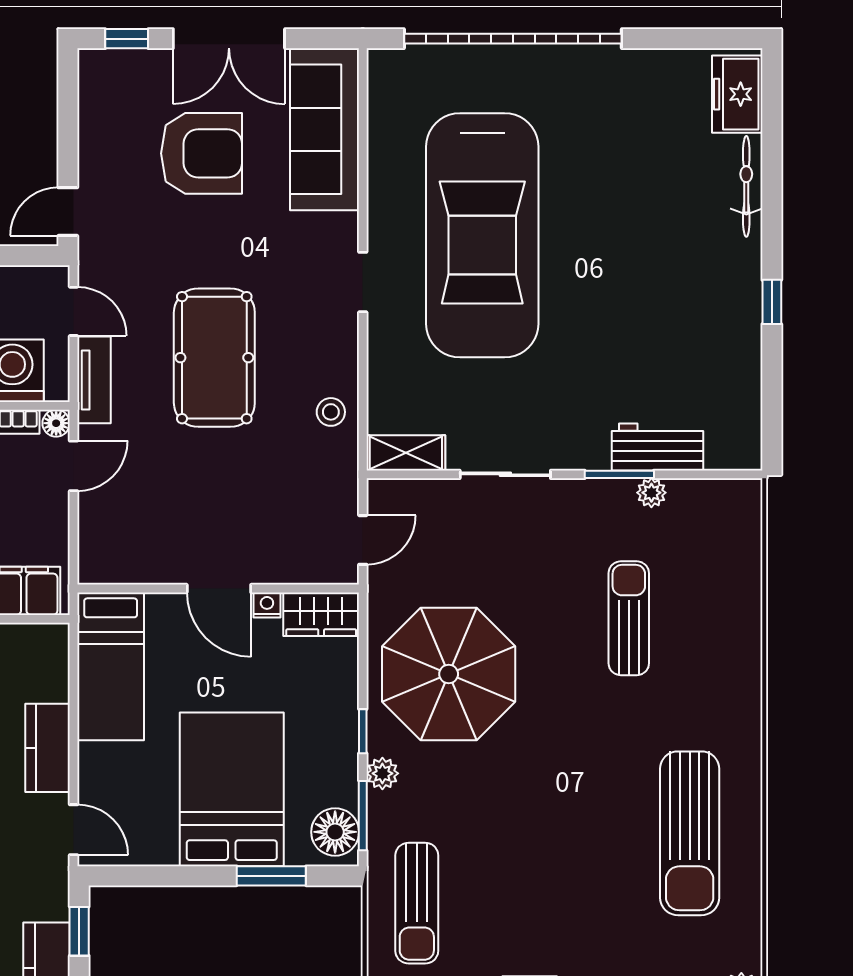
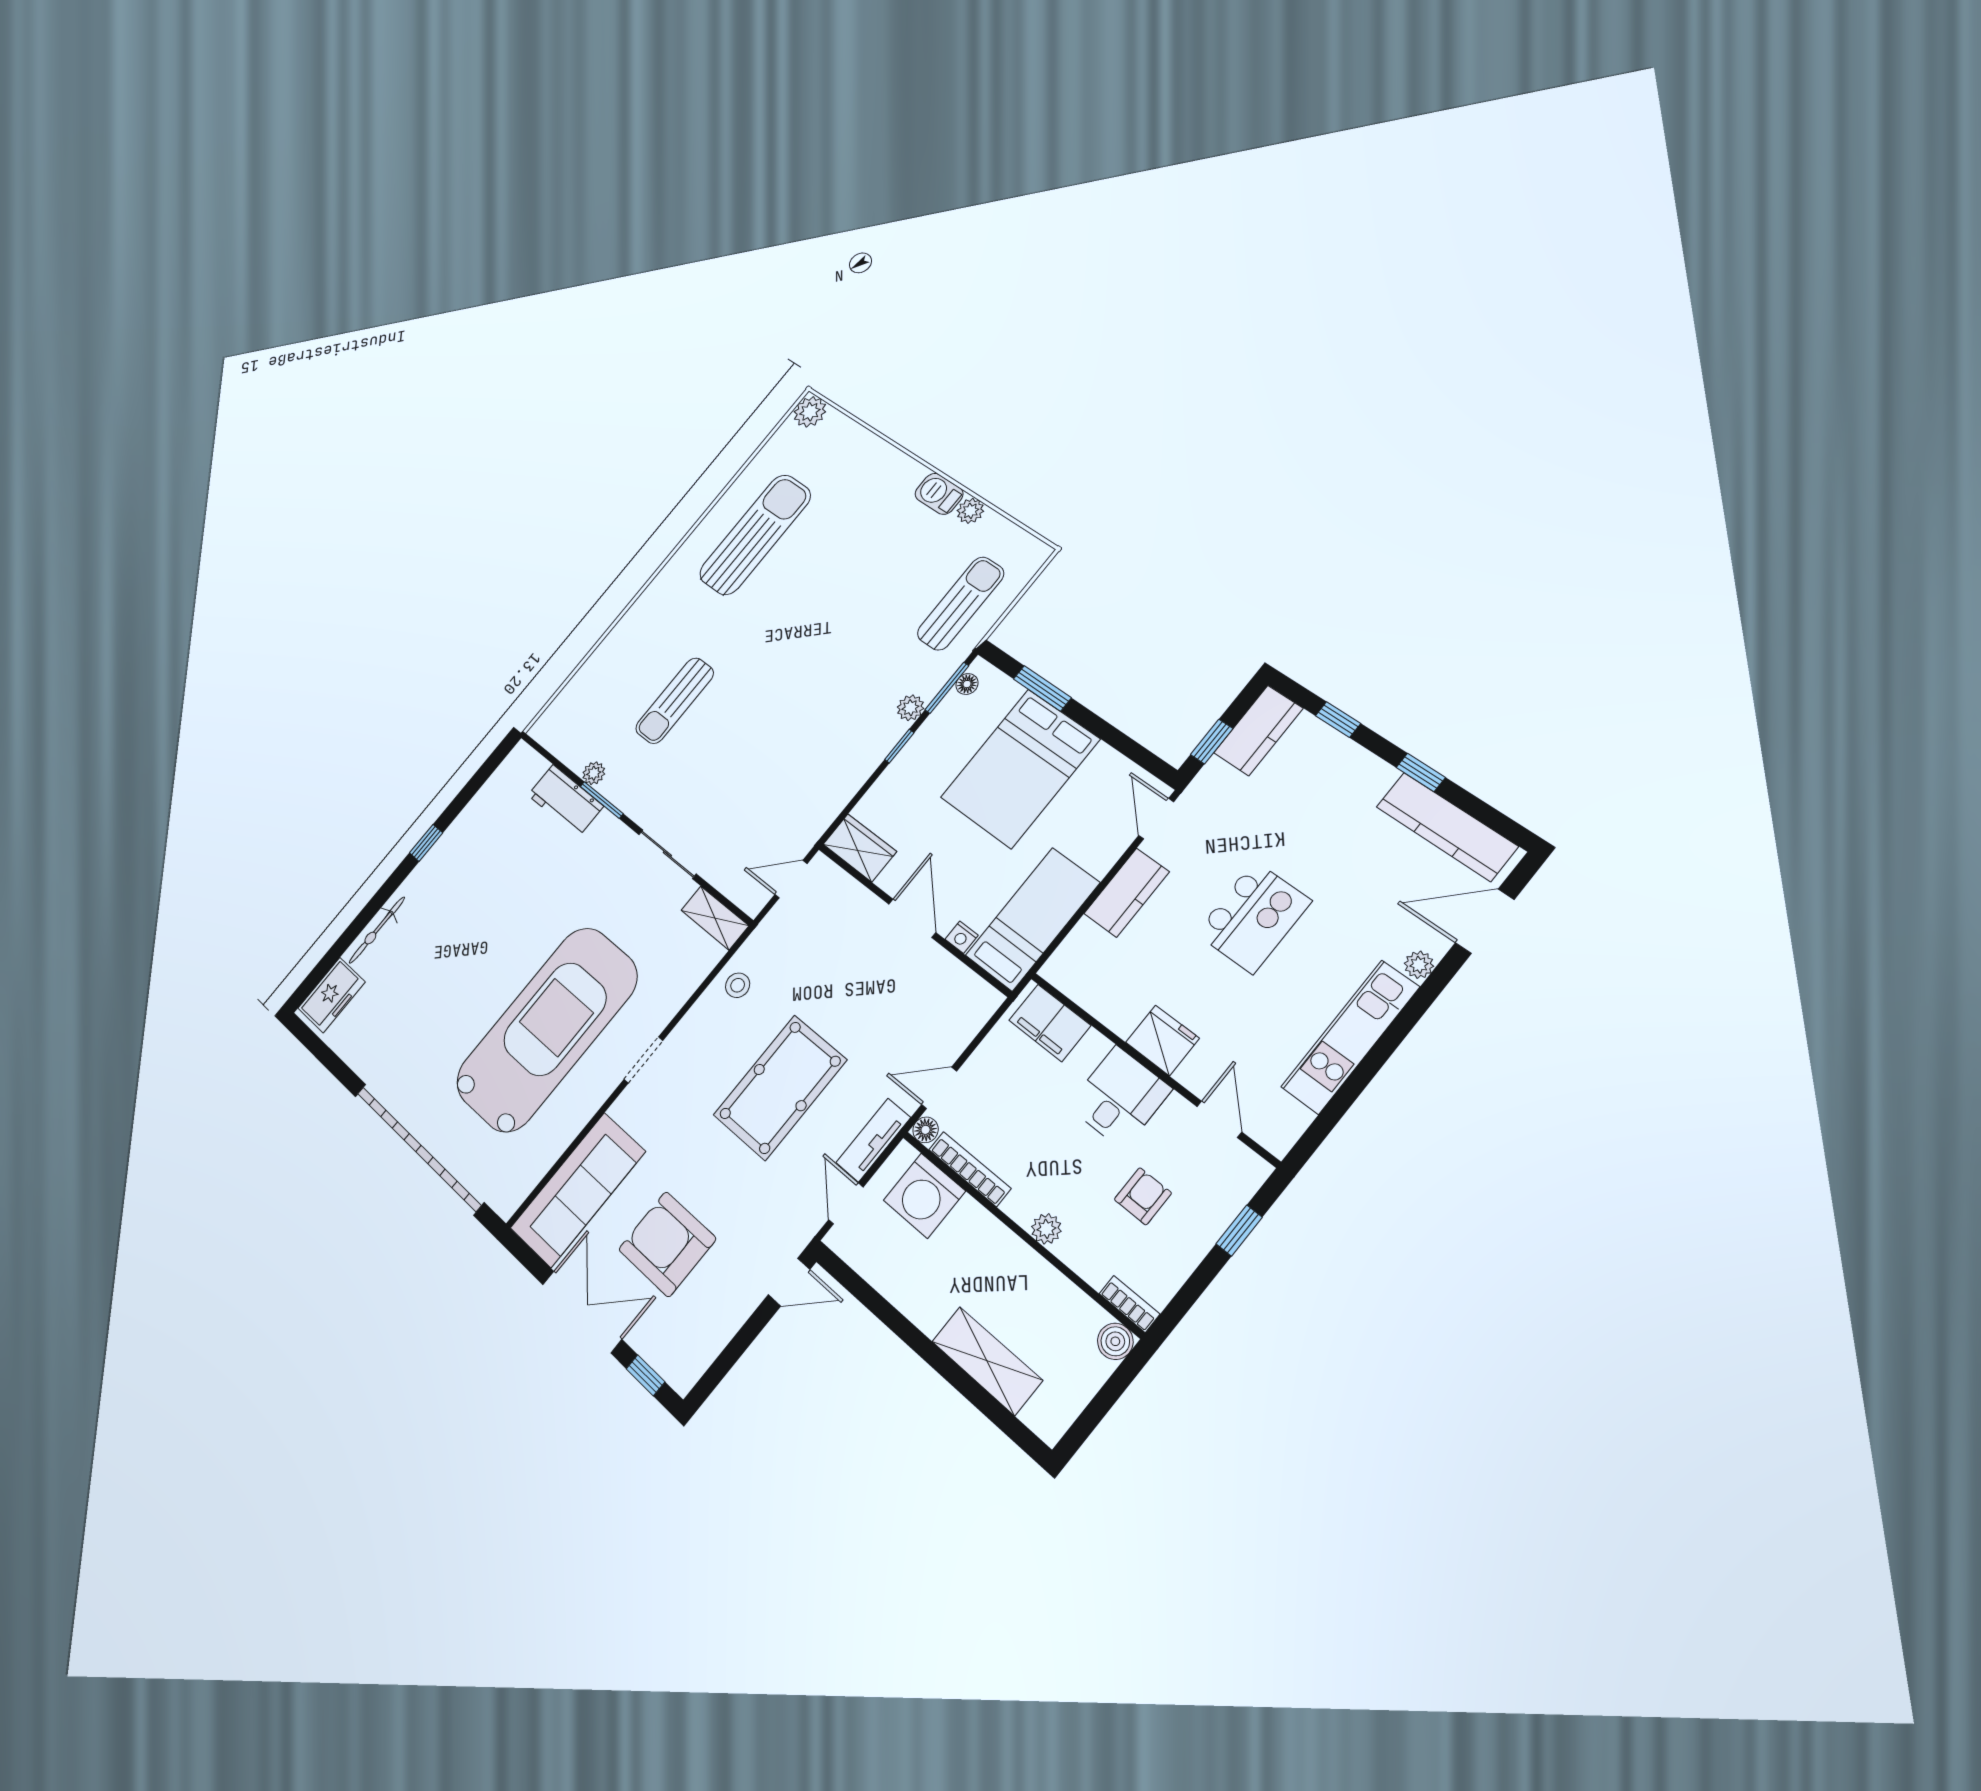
nightstand: (267, 605) -> (962, 937), moved
parasol: (449, 674) -> (813, 745), removed
floor lamp: (335, 832) -> (967, 684), width x0.53, depth x0.53

